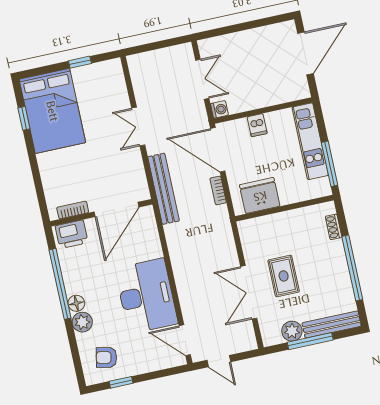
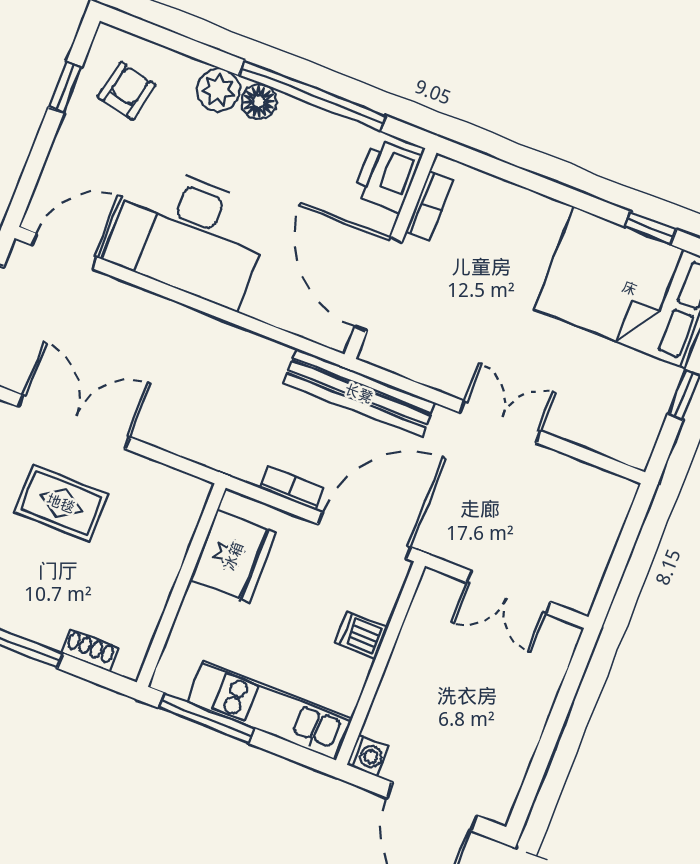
washing machine: (219, 109) -> (368, 756), moved, turned -90

